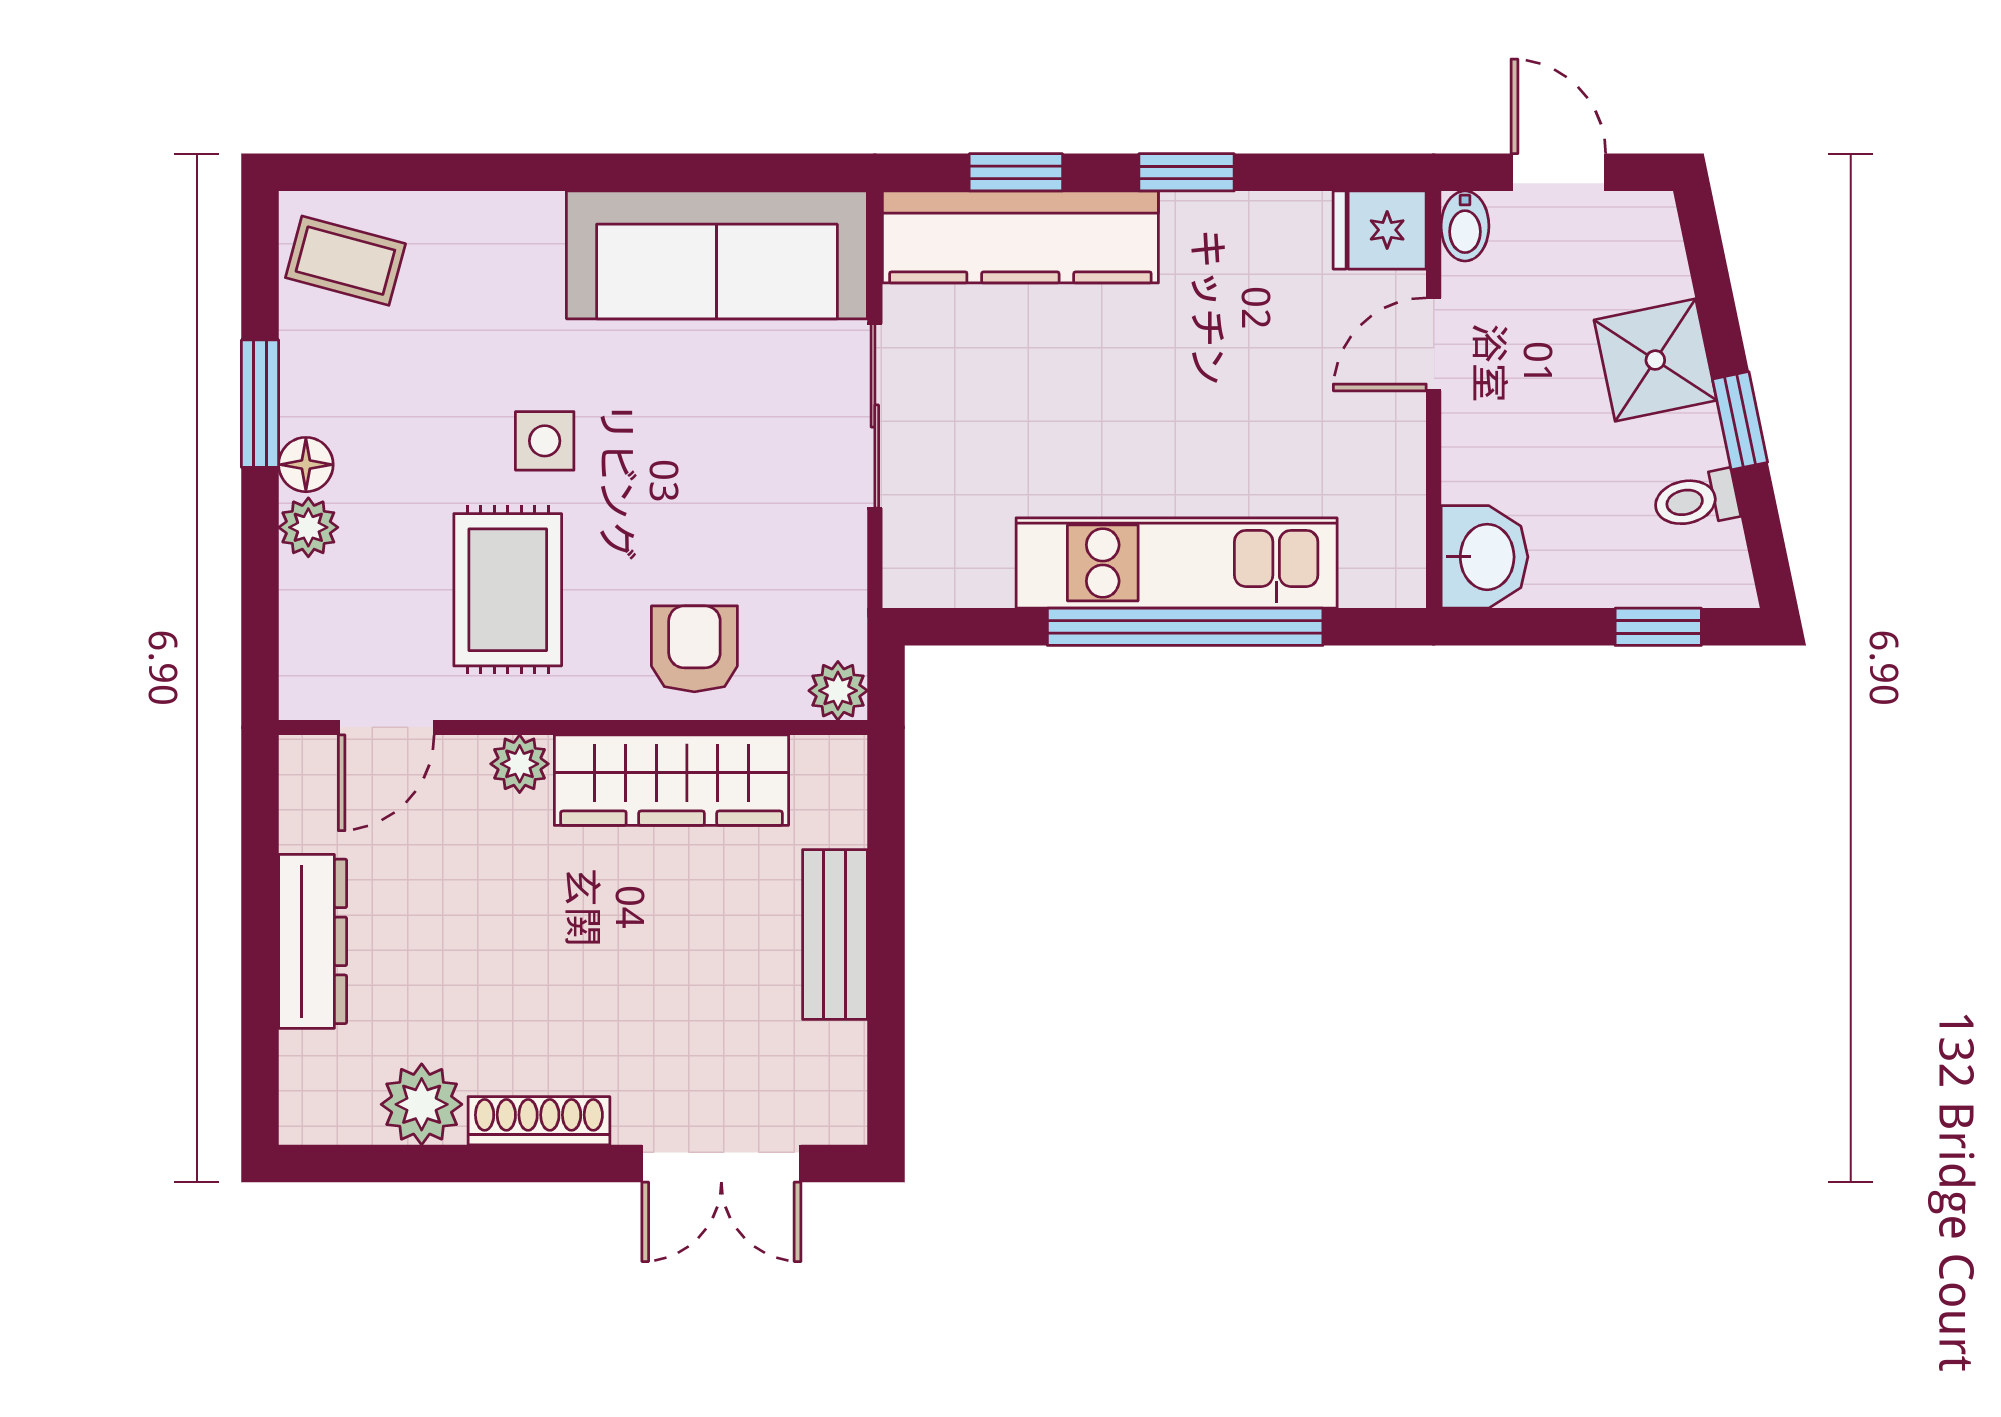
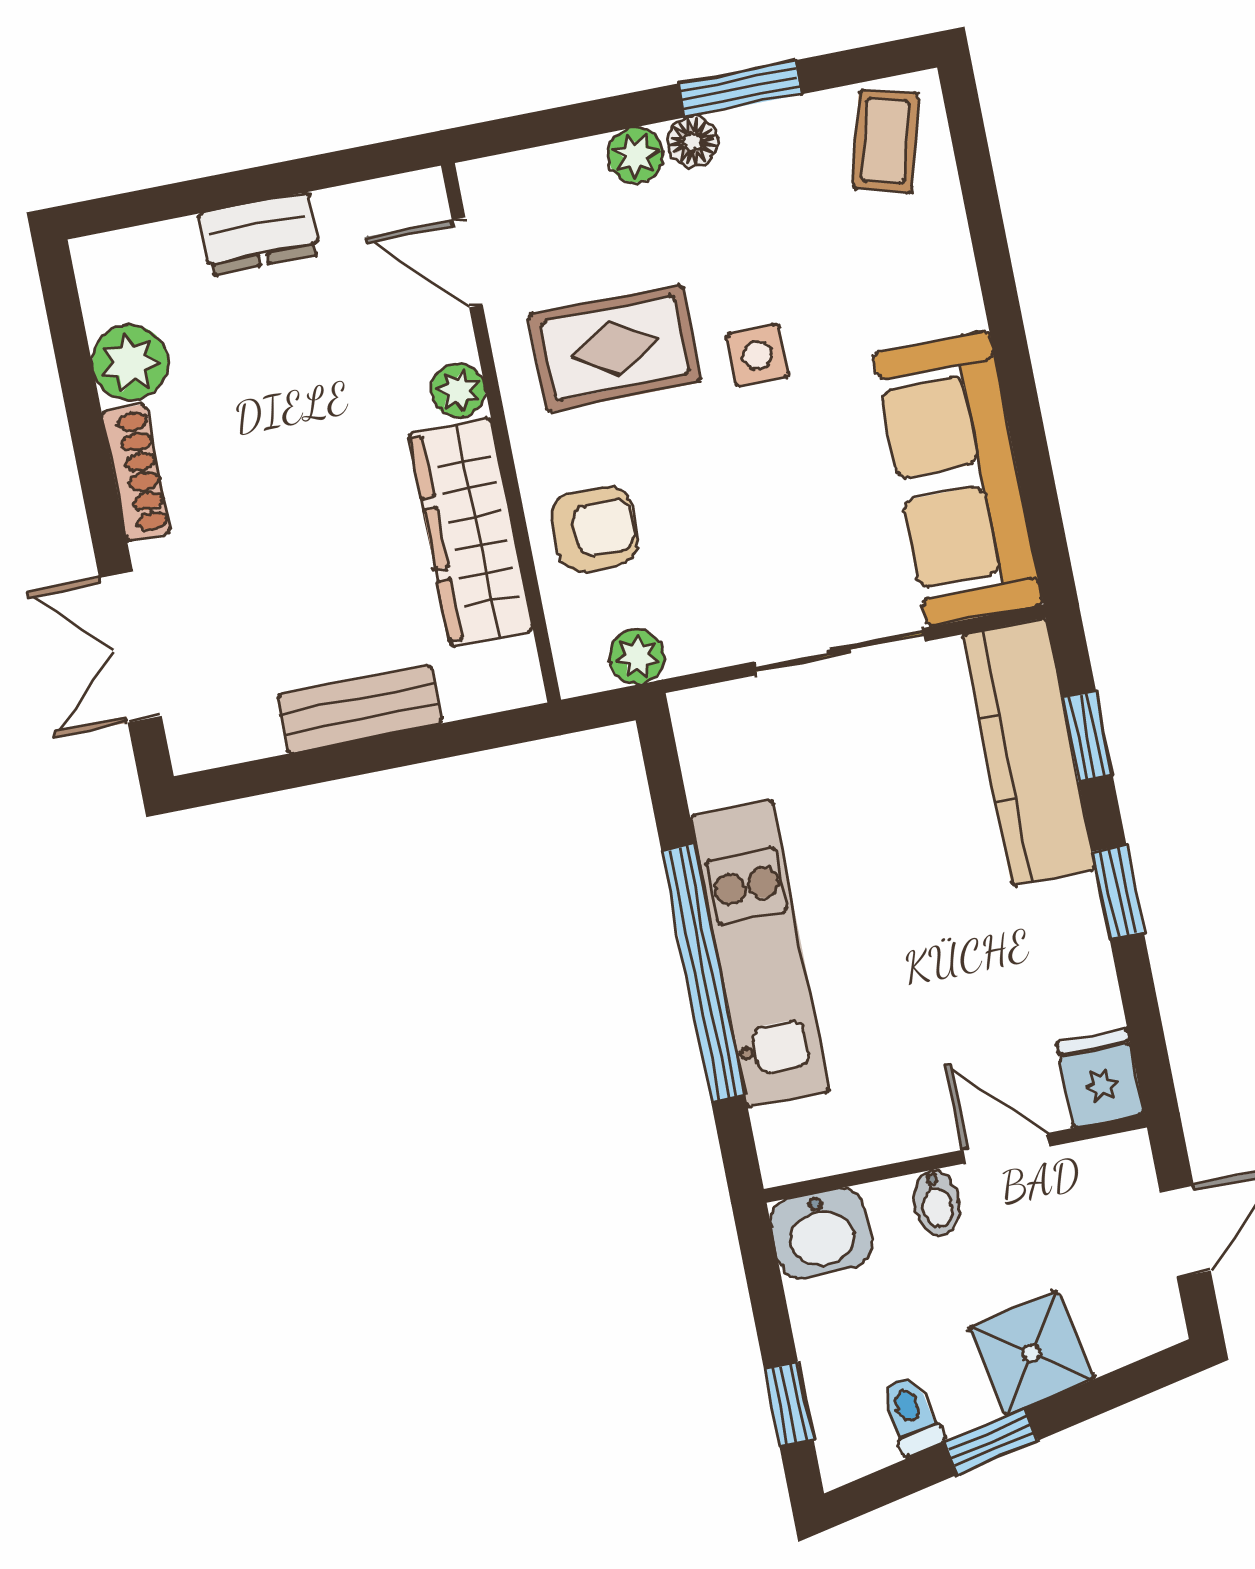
bidet: (1465, 226) -> (936, 1202), moved, turned -90
plant: (838, 691) -> (637, 657), moved
dresser: (313, 941) -> (259, 234), width x0.70

